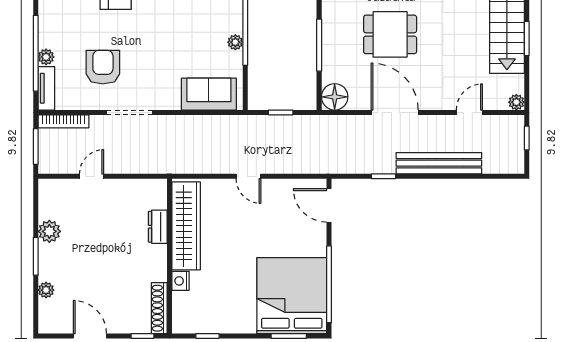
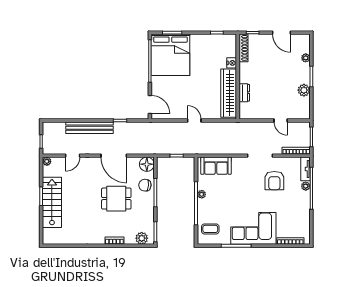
chair: (338, 59) -> (145, 185), added
door: (92, 176) -> (281, 120), hinge flipped

